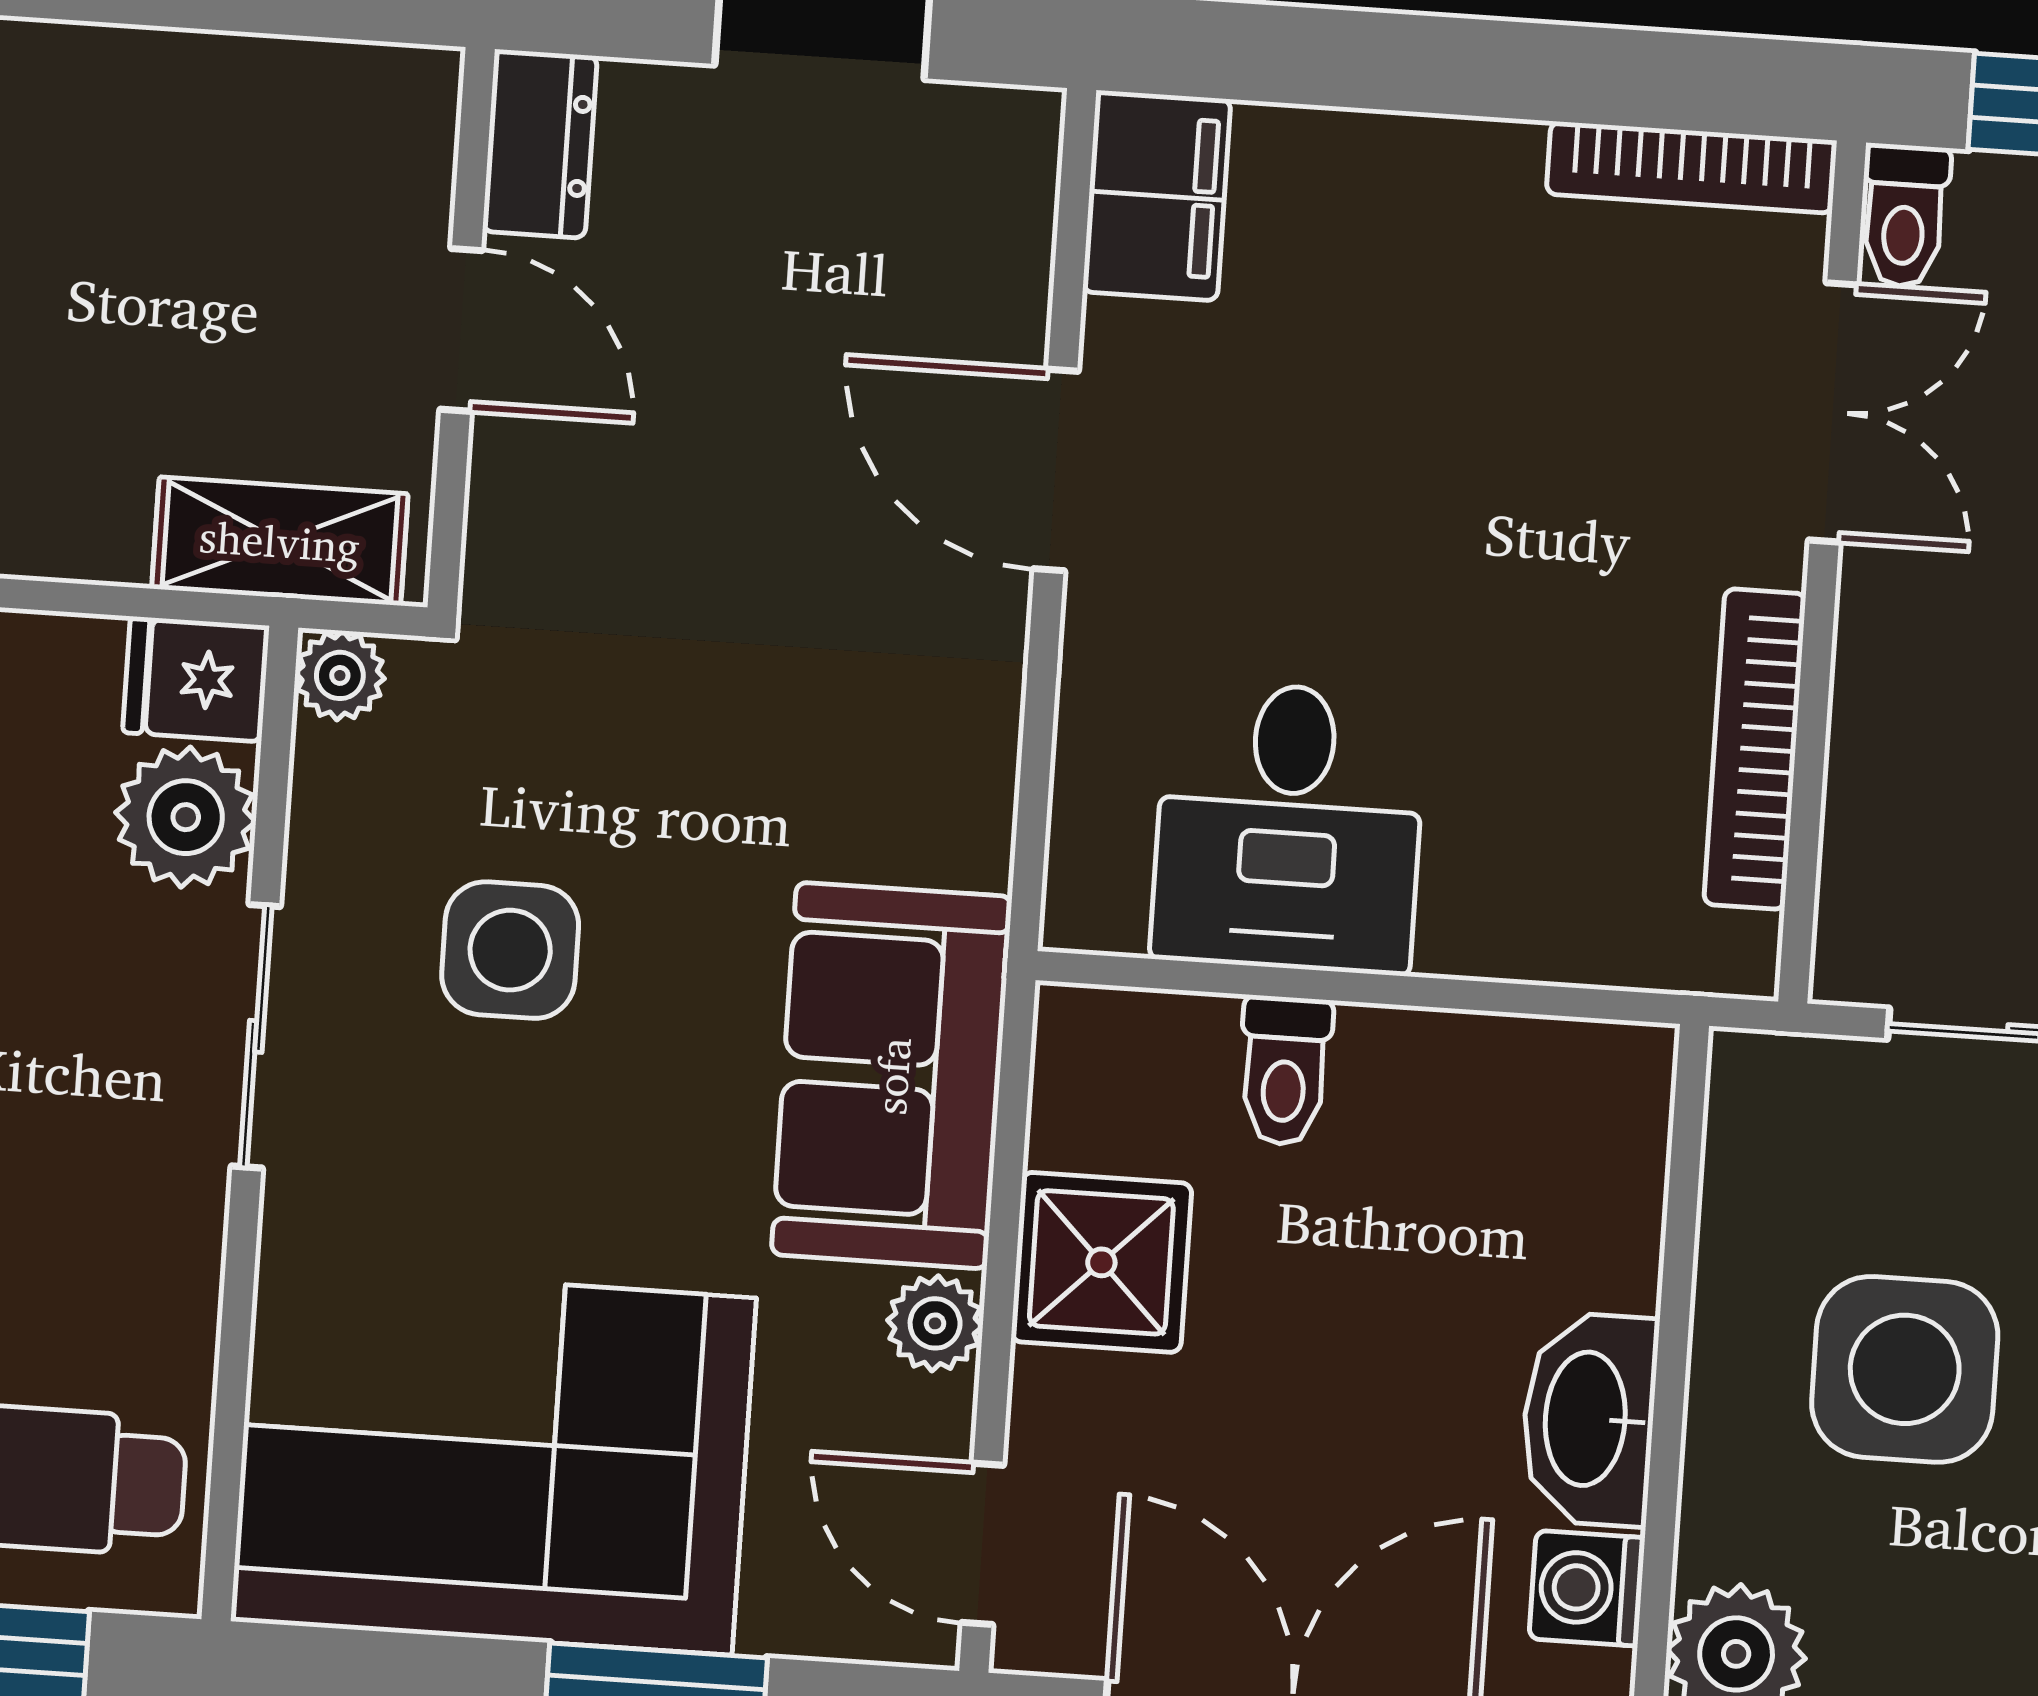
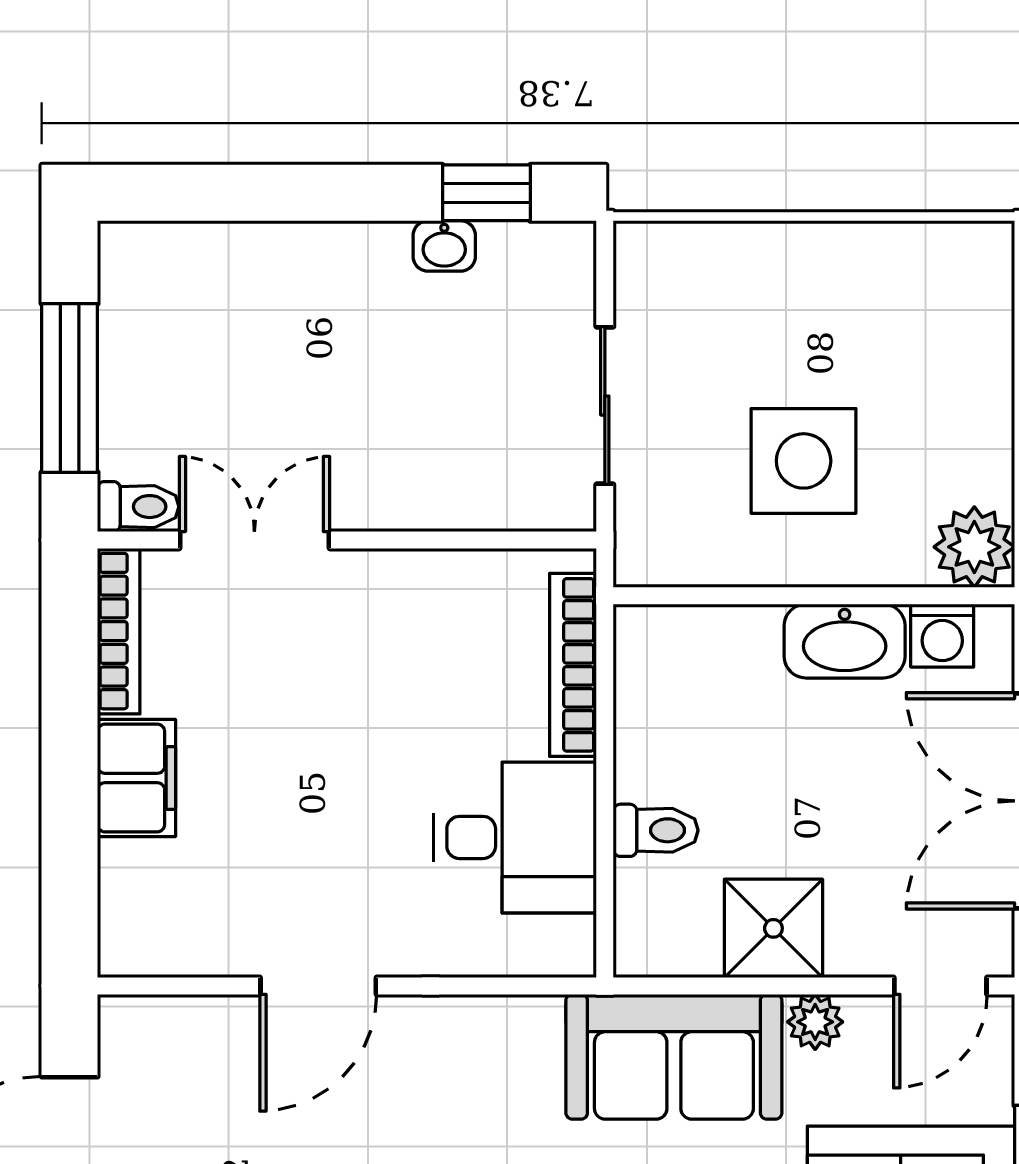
filing cabinet: (1157, 196) -> (137, 778), moved, turned 90
bookcase: (1755, 749) -> (573, 665), moved, turned 90

